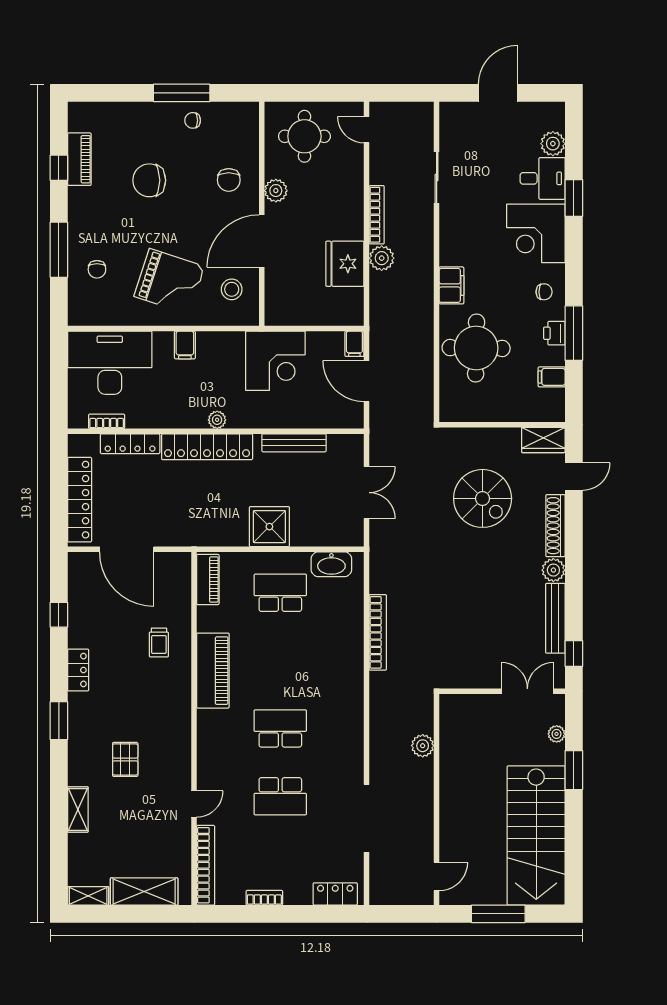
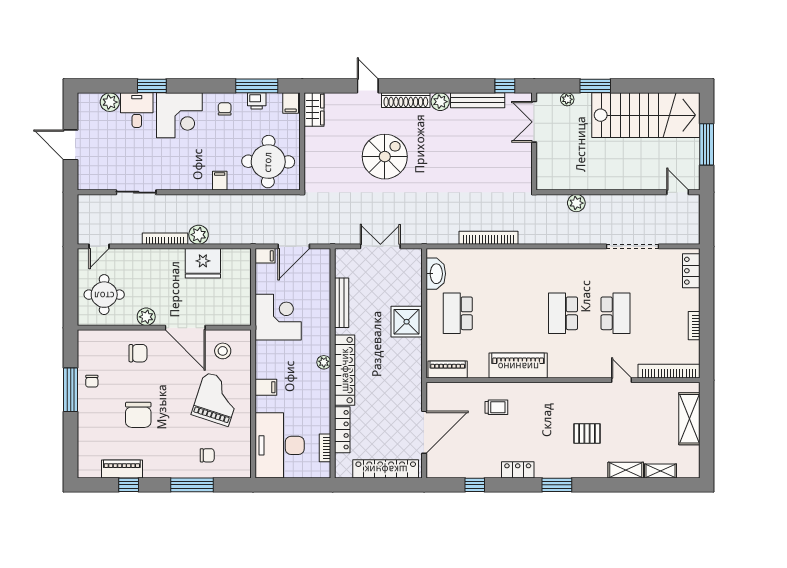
filing cabinet: (451, 285) -> (220, 181), width x0.50
wall: (502, 425) -> (302, 141), moved
wardrobe: (543, 440) -> (314, 110), moved
shelving: (88, 896) -> (661, 471), moved, turned 90

